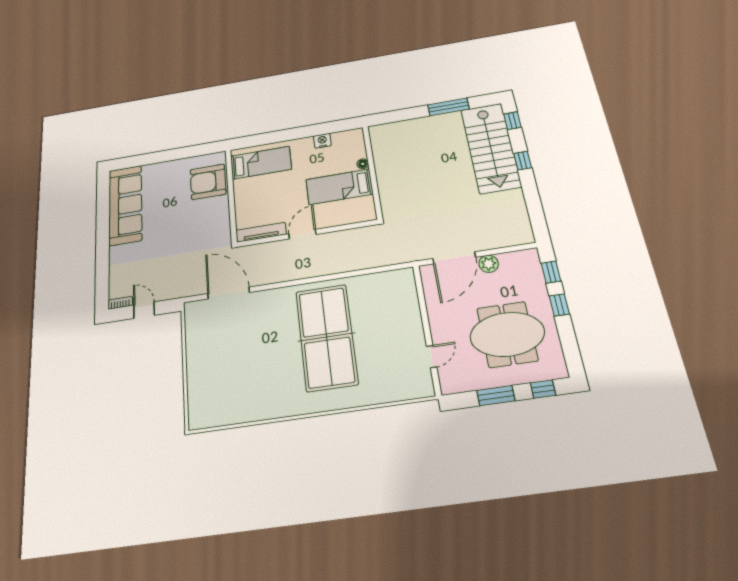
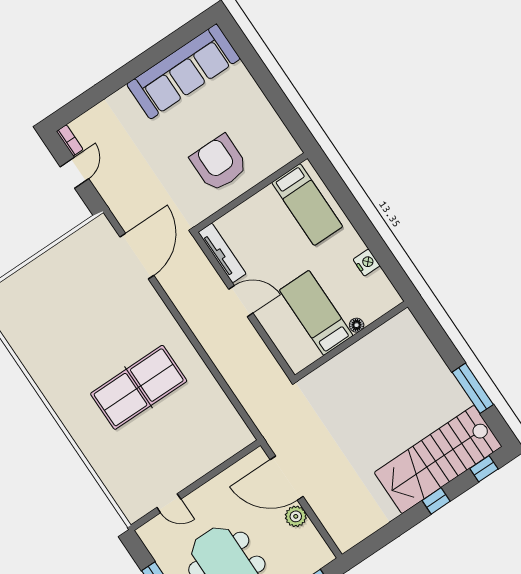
armchair: (208, 182) -> (219, 163), moved
table tennis table: (326, 337) -> (139, 387), width x0.73, depth x0.76

